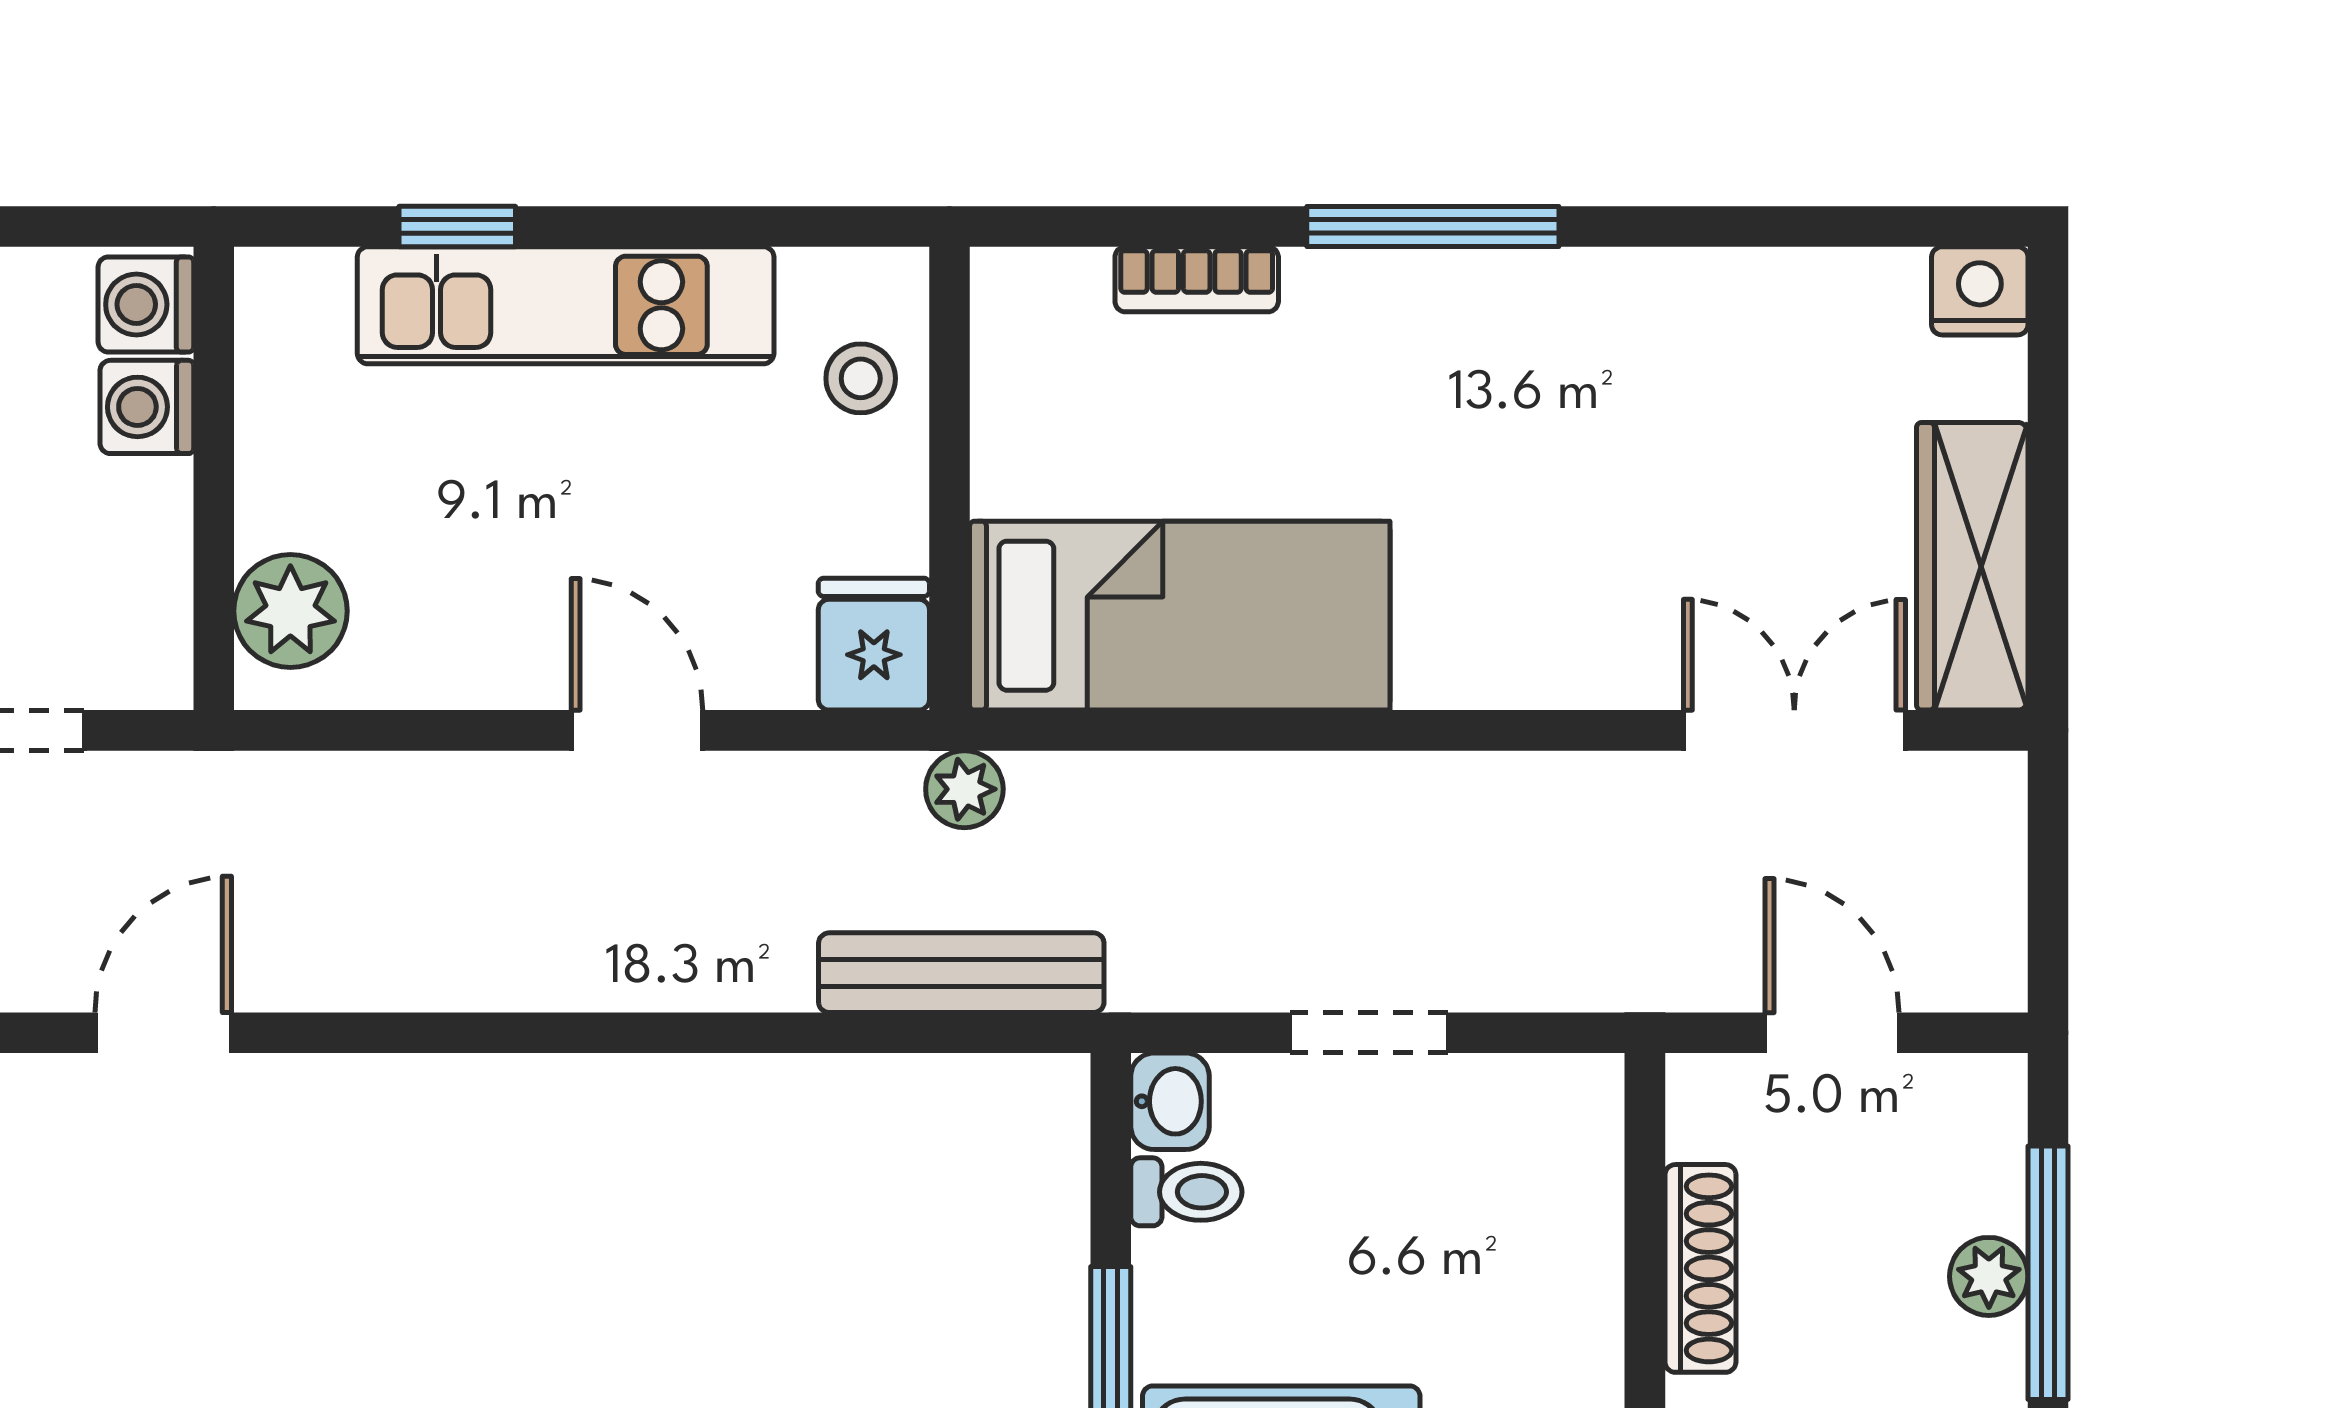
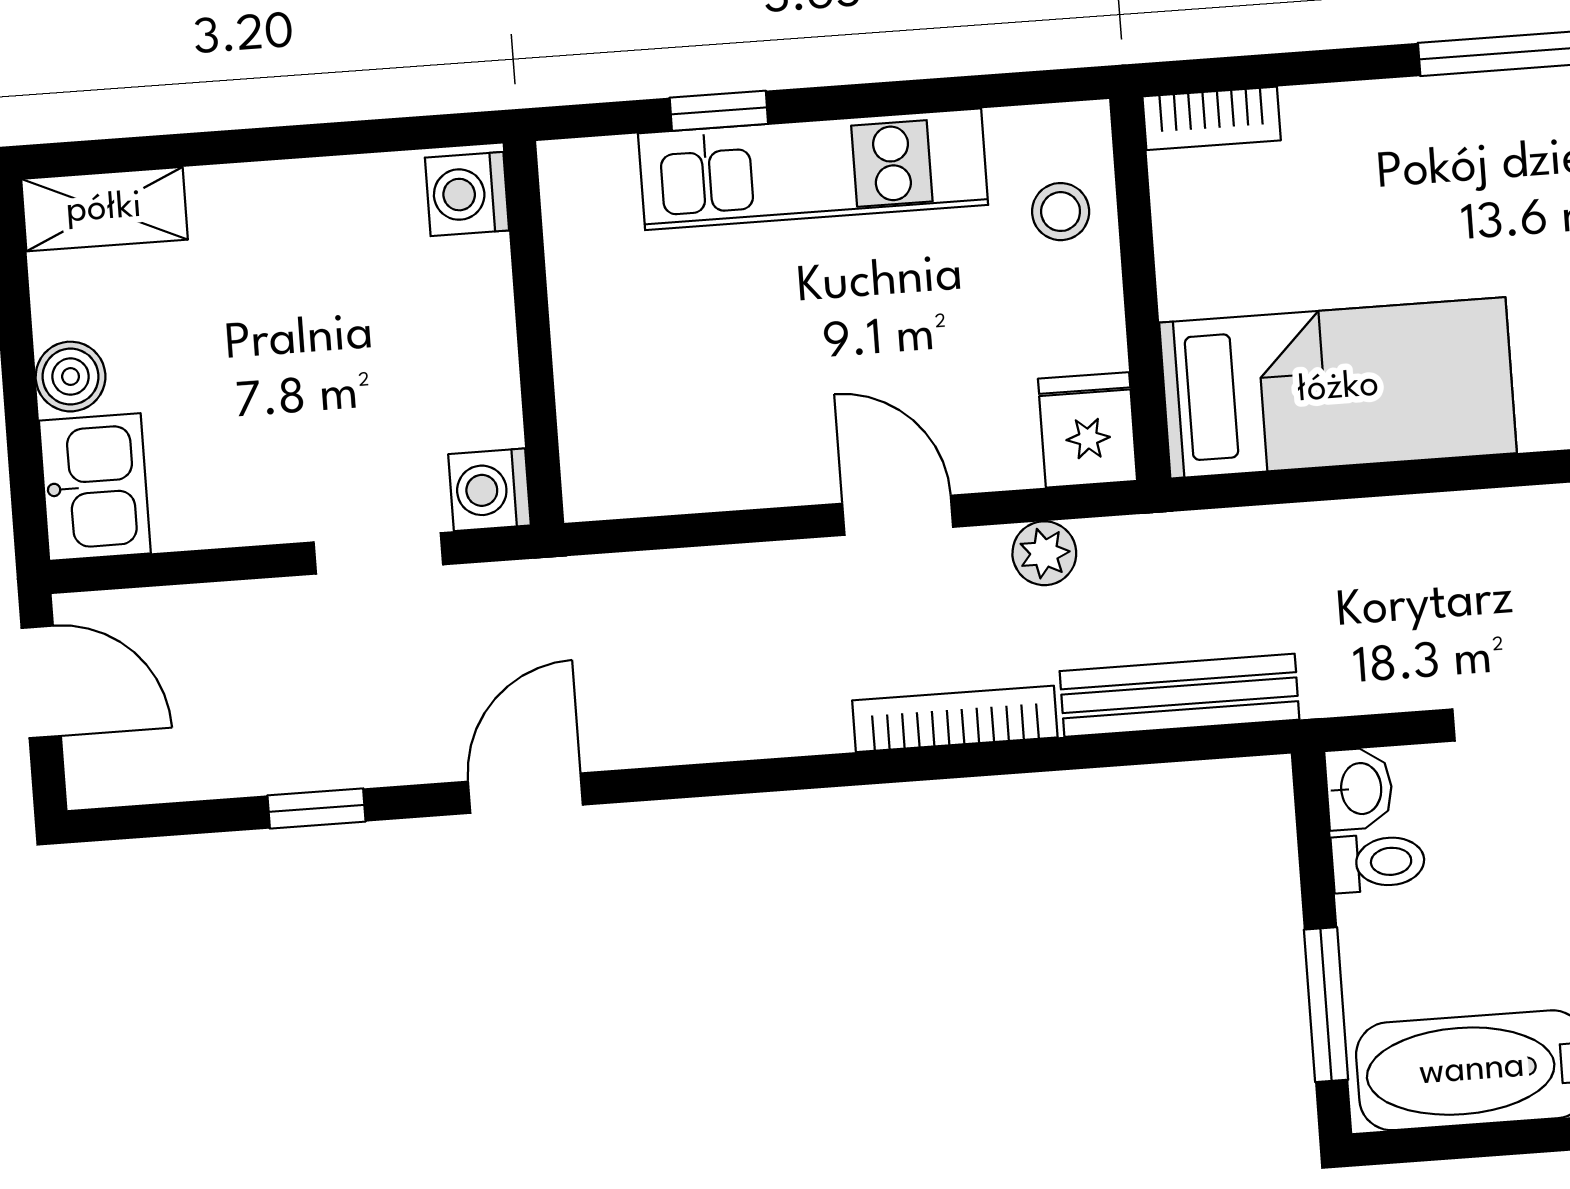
bookcase: (1197, 279) -> (1212, 118), moved
washing machine: (147, 407) -> (490, 490), moved
plant: (290, 611) -> (605, 438), removed
plant: (964, 789) -> (1044, 553), moved
bookcase: (688, 981) -> (955, 719), added

